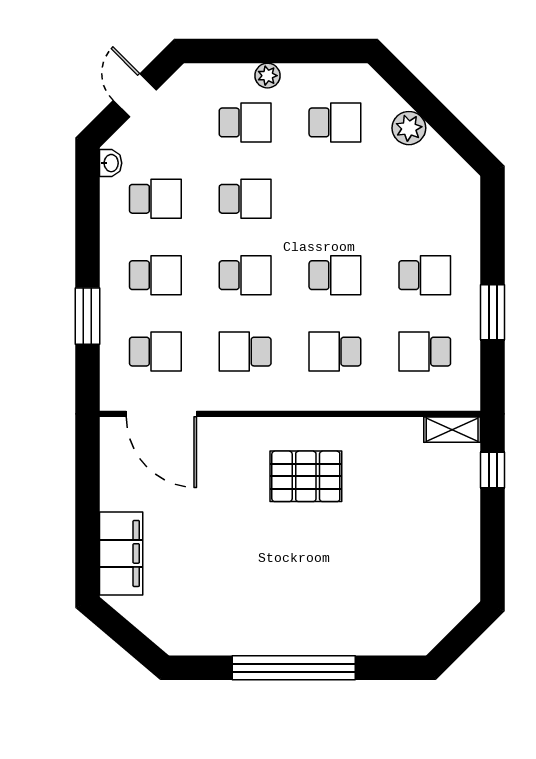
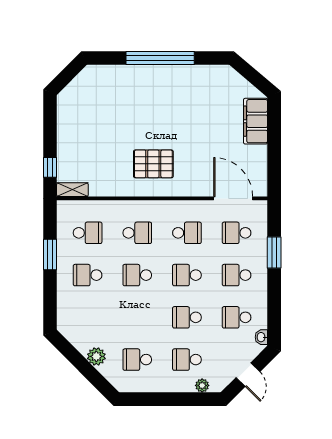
plant: (267, 76) -> (202, 385), moved

